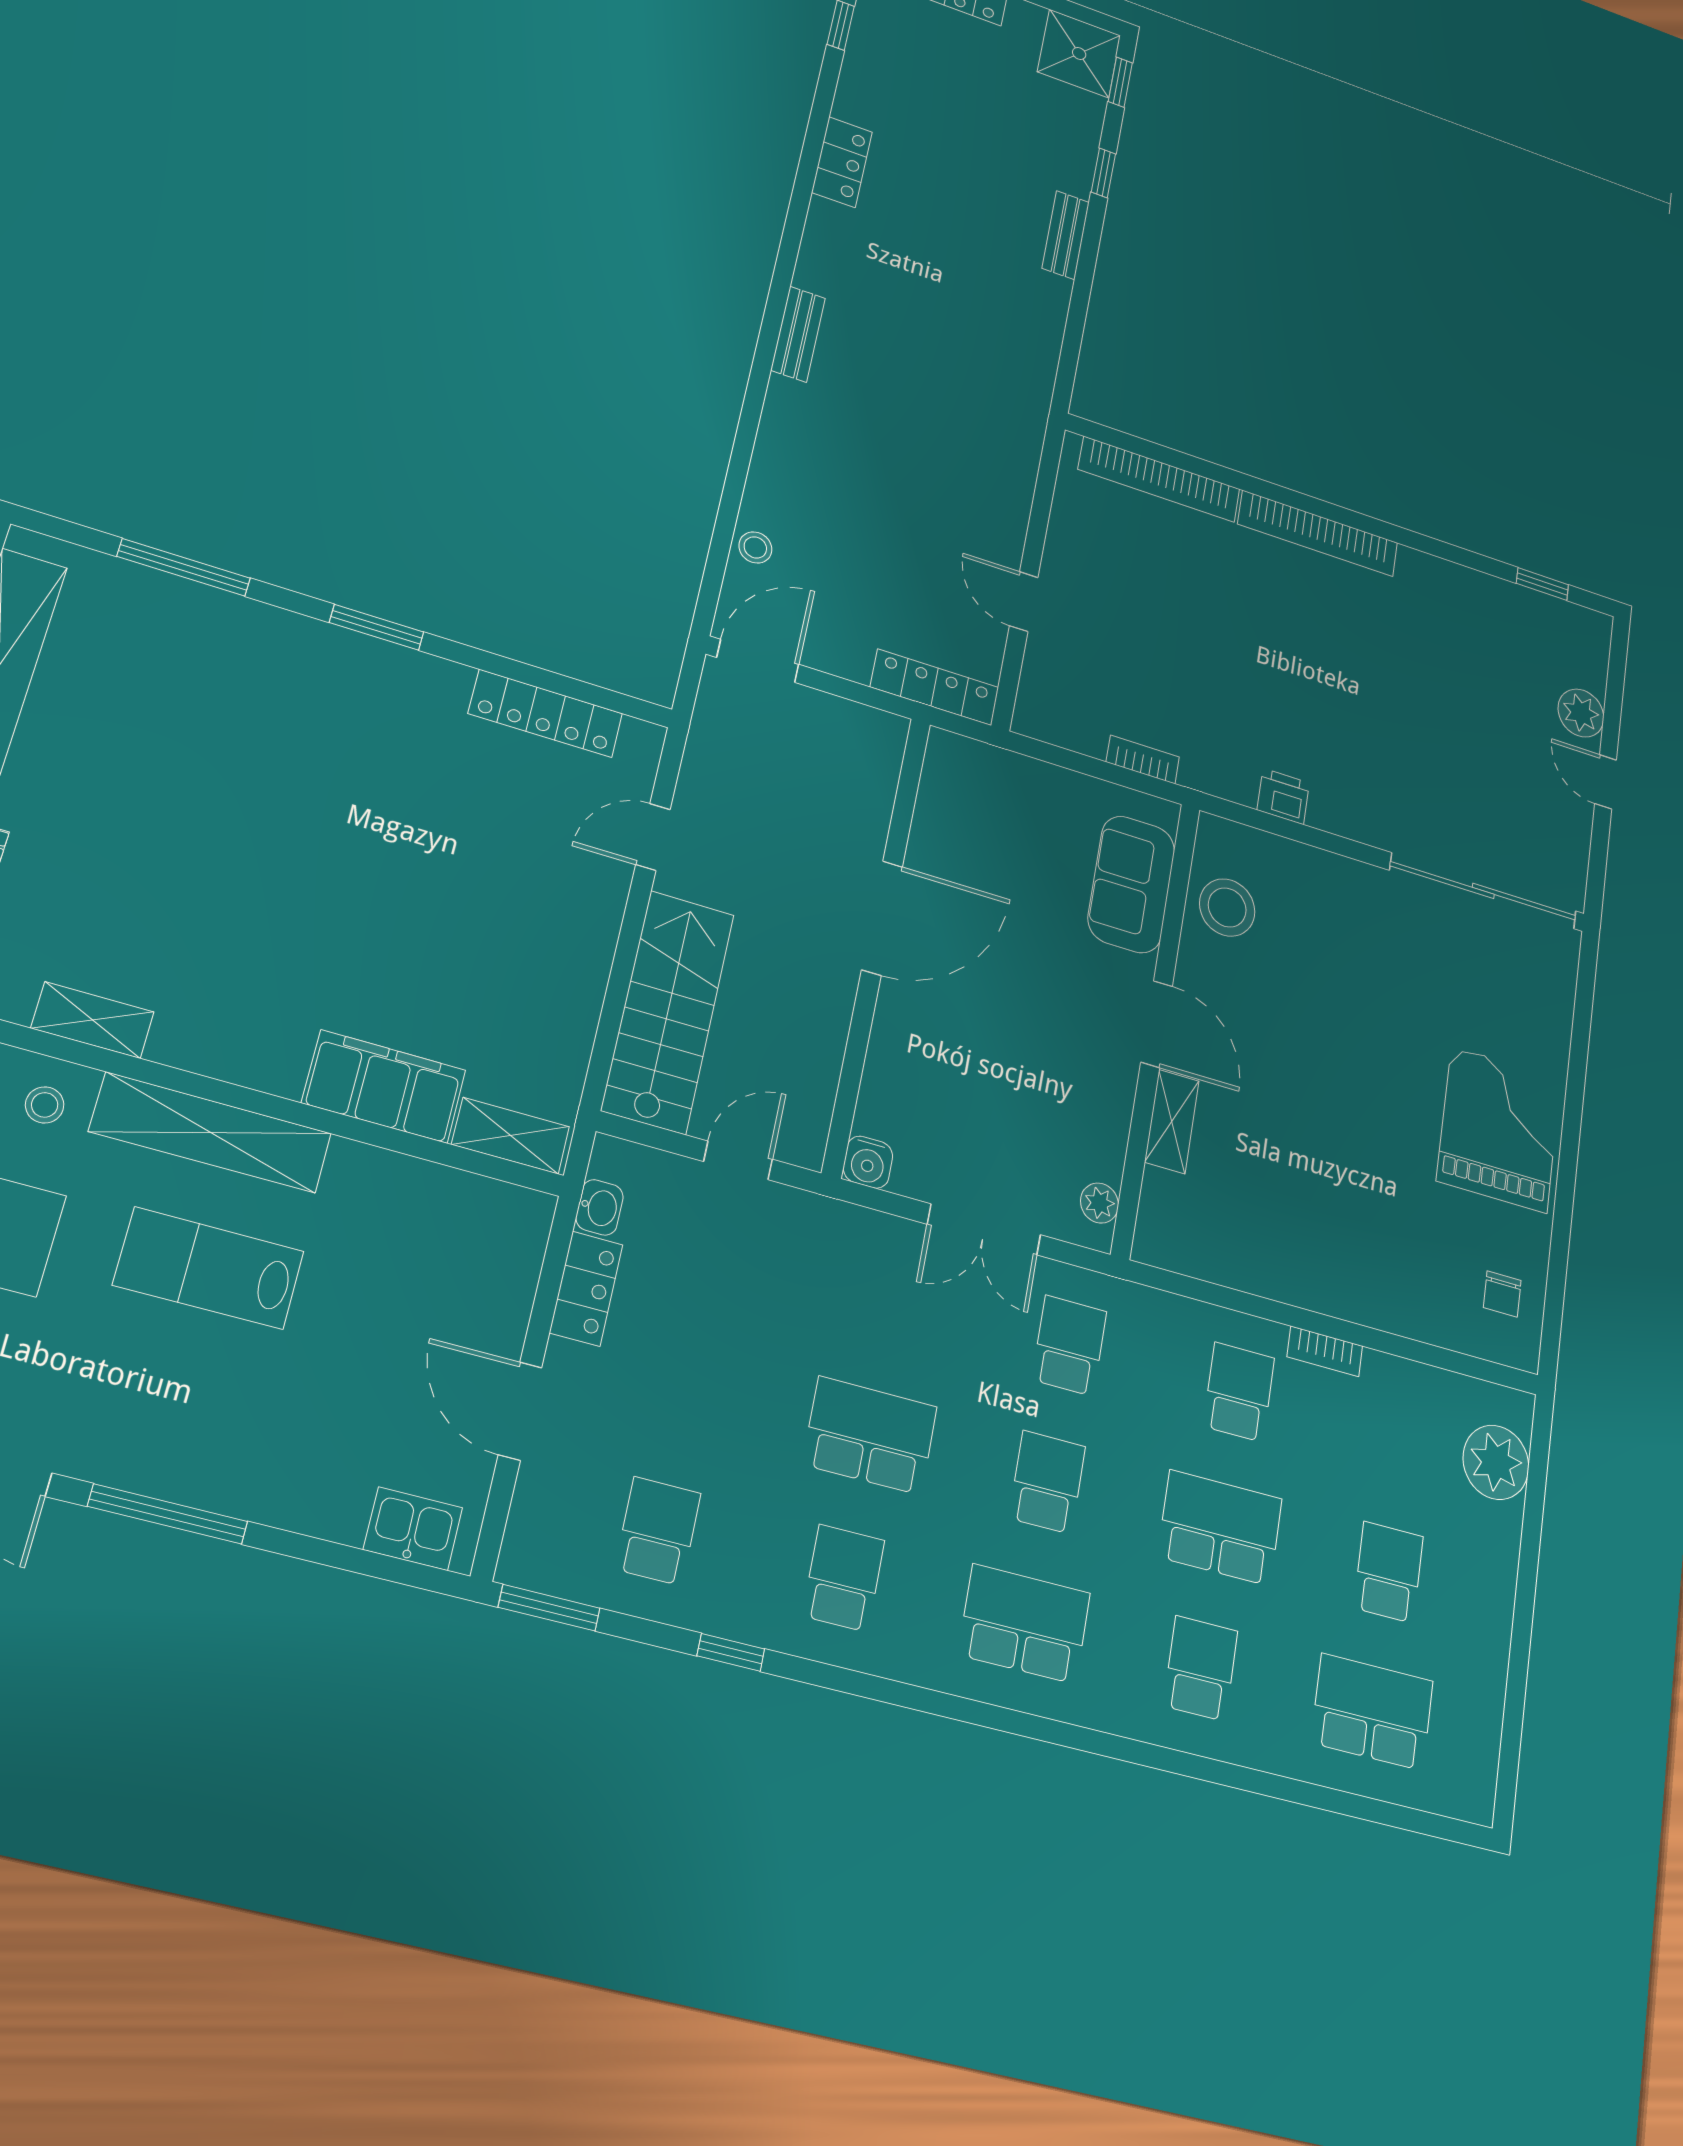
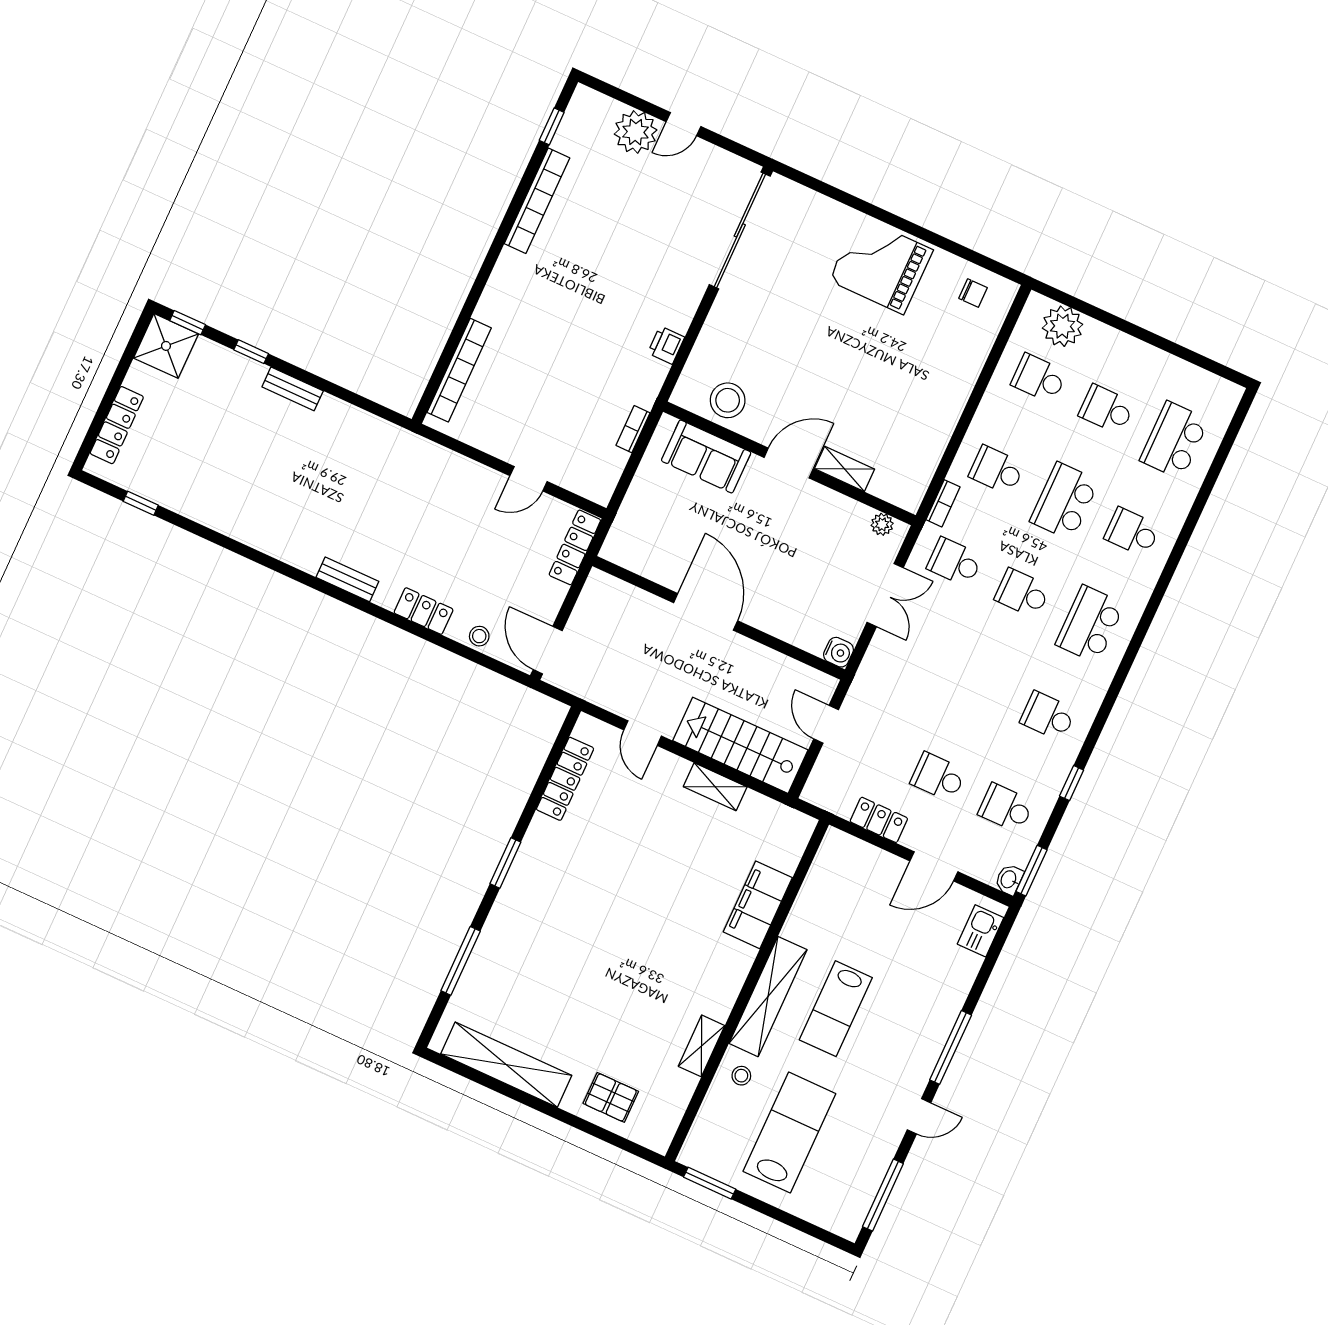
locker: (842, 162) -> (424, 611), moved
bookcase: (1318, 533) -> (537, 201), moved
plant: (1581, 713) -> (636, 132), width x1.36, depth x1.36
shelving: (511, 1136) -> (715, 787), moved, turned 90
washbasin: (599, 1207) -> (1009, 880), moved, turned -90
bookcase: (1325, 1351) -> (943, 503), moved
school desk: (870, 1435) -> (938, 777), moved, width x0.54
school desk: (1404, 1437) -> (1039, 378), added

